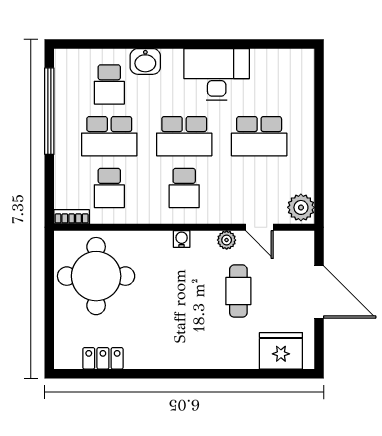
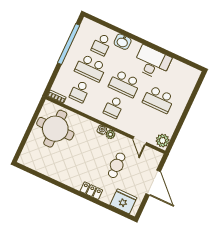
plant: (227, 240) -> (110, 134), moved
locker: (103, 358) -> (91, 191), moved

